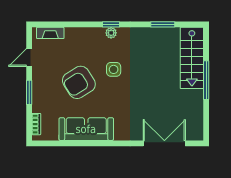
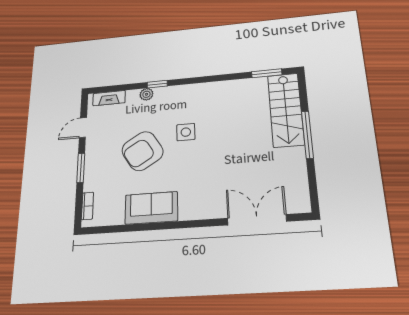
window: (111, 24) -> (157, 84), moved
window: (163, 24) -> (267, 73), moved
plant: (111, 33) -> (146, 94), moved
sofa: (86, 129) -> (151, 208), width x0.73

